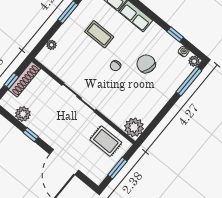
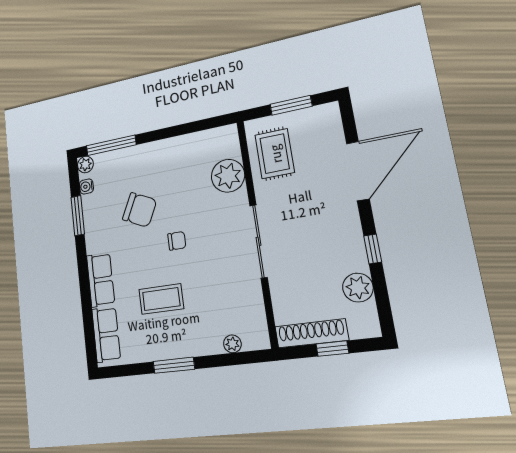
coffee table: (99, 34) -> (161, 299), turned 90
window: (175, 34) -> (78, 216), width x1.50
chair: (146, 64) -> (140, 210), turned -82
plant: (134, 127) -> (228, 176), moved

